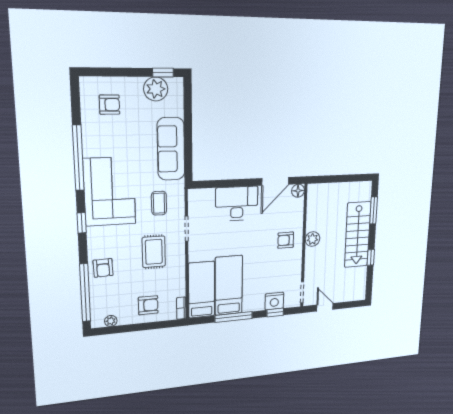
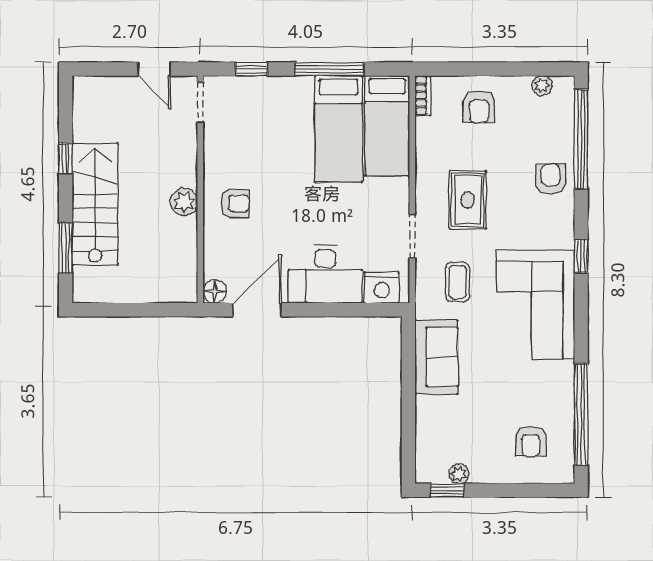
plant: (156, 89) -> (459, 474), width x0.53, depth x0.53
armchair: (110, 105) -> (531, 441), turned -90
sofa: (171, 149) -> (436, 357), width x0.73
window: (78, 158) -> (581, 414), moved
nightstand: (274, 301) -> (382, 288), moved, turned 180
armchair: (148, 305) -> (479, 107), turned -90

